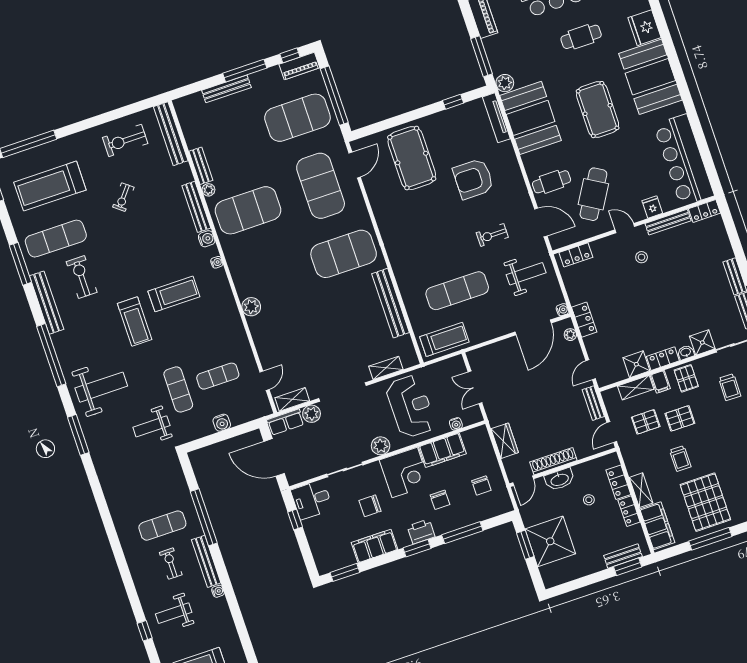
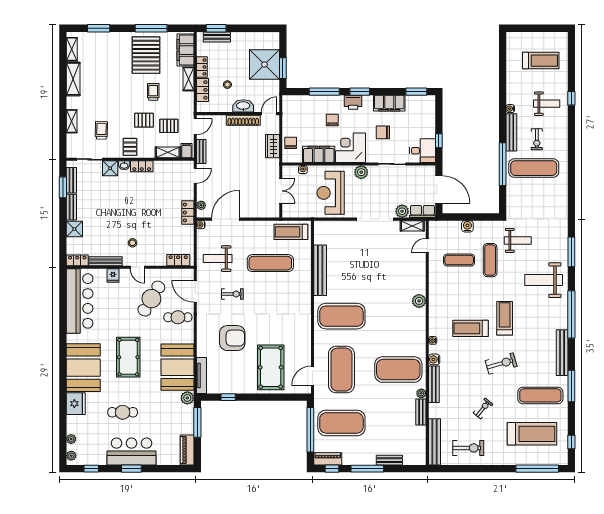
bench: (226, 89) -> (389, 460), width x0.73
exercise bike: (82, 277) -> (501, 363), moved, turned -106
shower: (636, 364) -> (74, 229), moved
shelving: (386, 368) -> (339, 226), removed
filing cabinet: (660, 382) -> (187, 151), moved
chair: (481, 485) -> (291, 143), moved
chair: (370, 506) -> (383, 132), turned 180
exercise mat: (162, 526) -> (534, 168), width x1.36, depth x1.45

